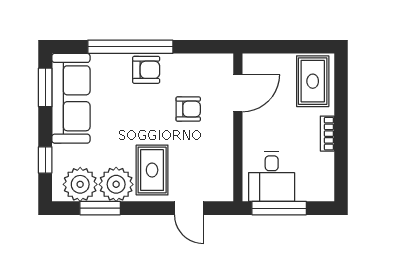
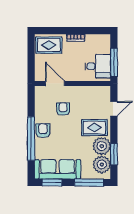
window: (45, 160) -> (89, 182), width x2.17

